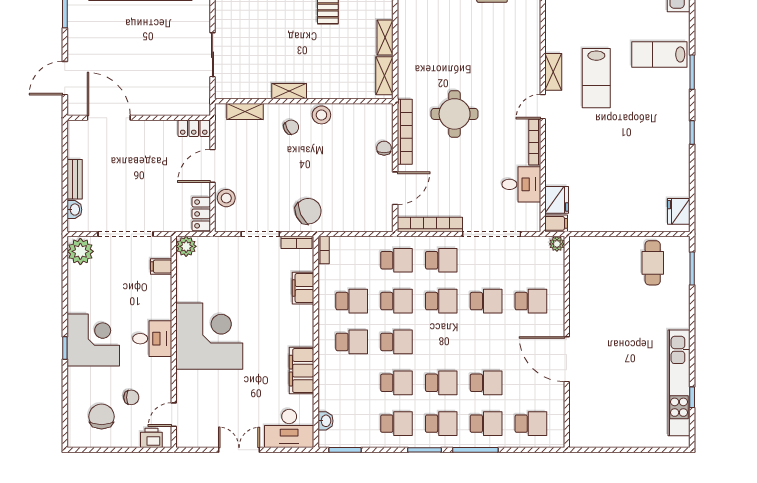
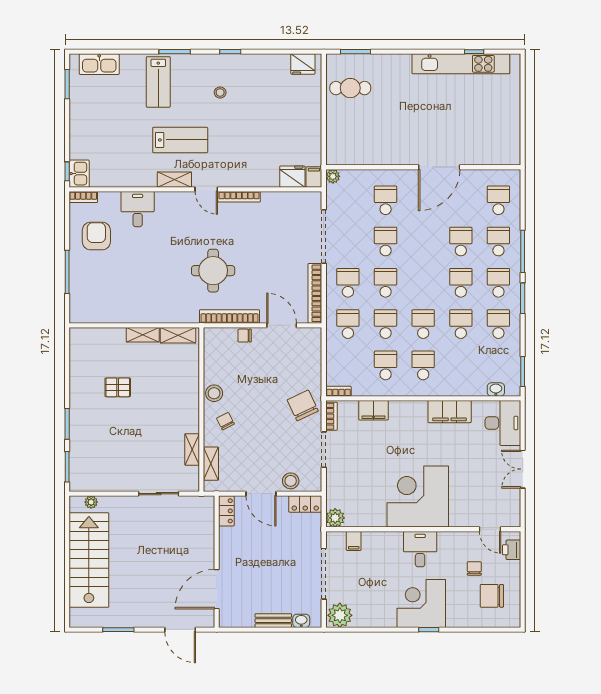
shelving: (289, 91) -> (192, 449), moved
stool: (648, 122) -> (220, 92), added
desk: (521, 184) -> (138, 209), moved

